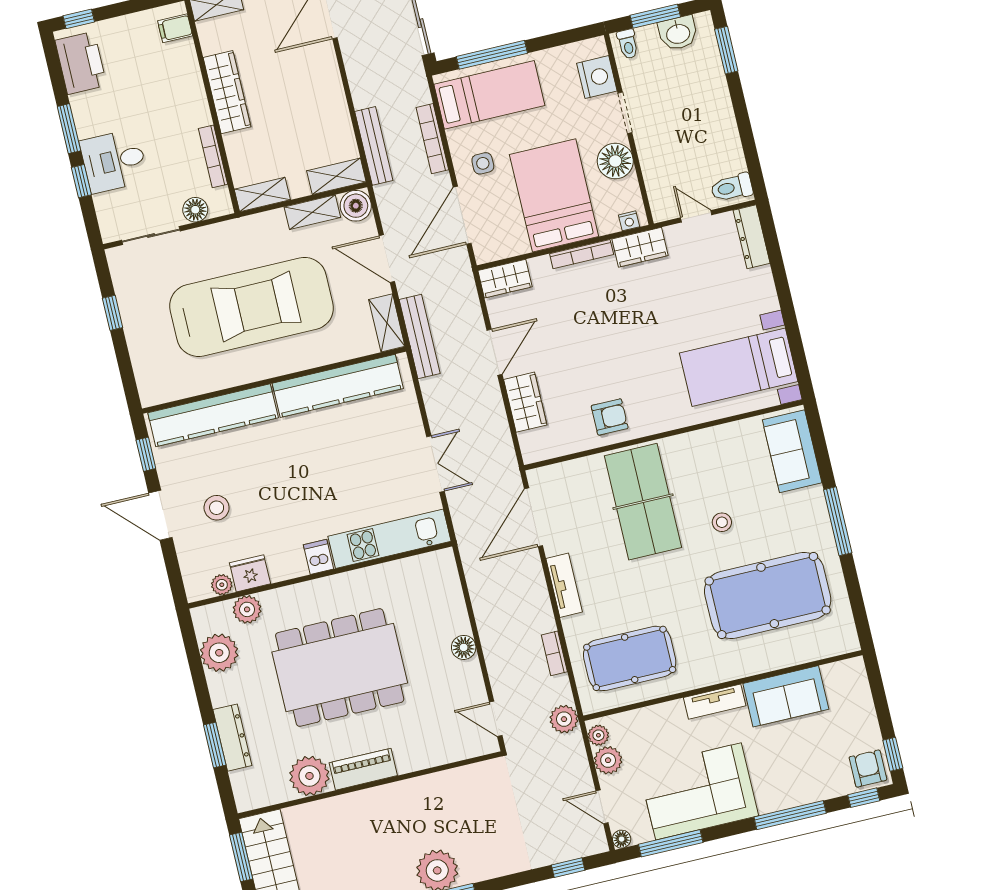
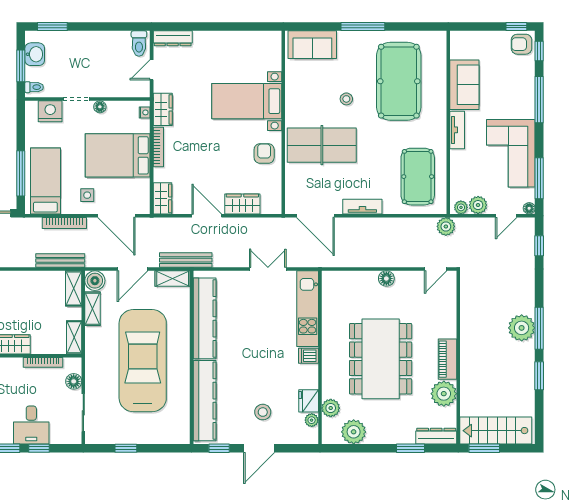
floor lamp: (615, 161) -> (100, 107), width x0.53, depth x0.53
bed with nightstands: (739, 367) -> (247, 101), moved, turned 90
bookcase: (554, 653) -> (403, 223), removed
dresser: (232, 738) -> (436, 436), moved

